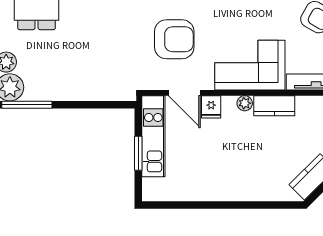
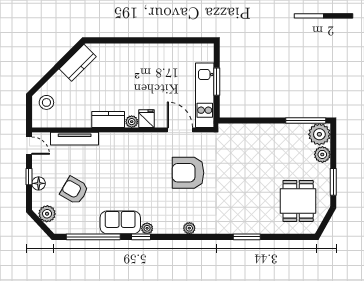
corner sofa: (250, 65) -> (128, 152), removed
fridge: (211, 107) -> (147, 119), moved

